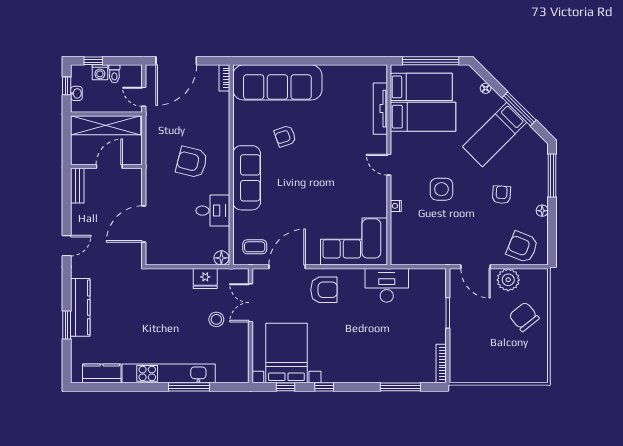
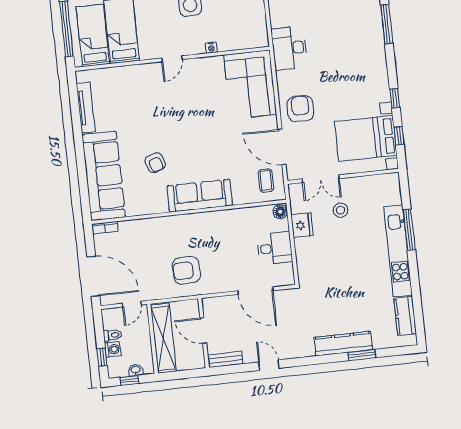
tv unit: (380, 109) -> (86, 108), moved, turned -90
armchair: (192, 162) -> (186, 270), moved, turned 74
desk: (213, 211) -> (275, 248), moved, turned 90
door: (67, 246) -> (269, 365), moved

